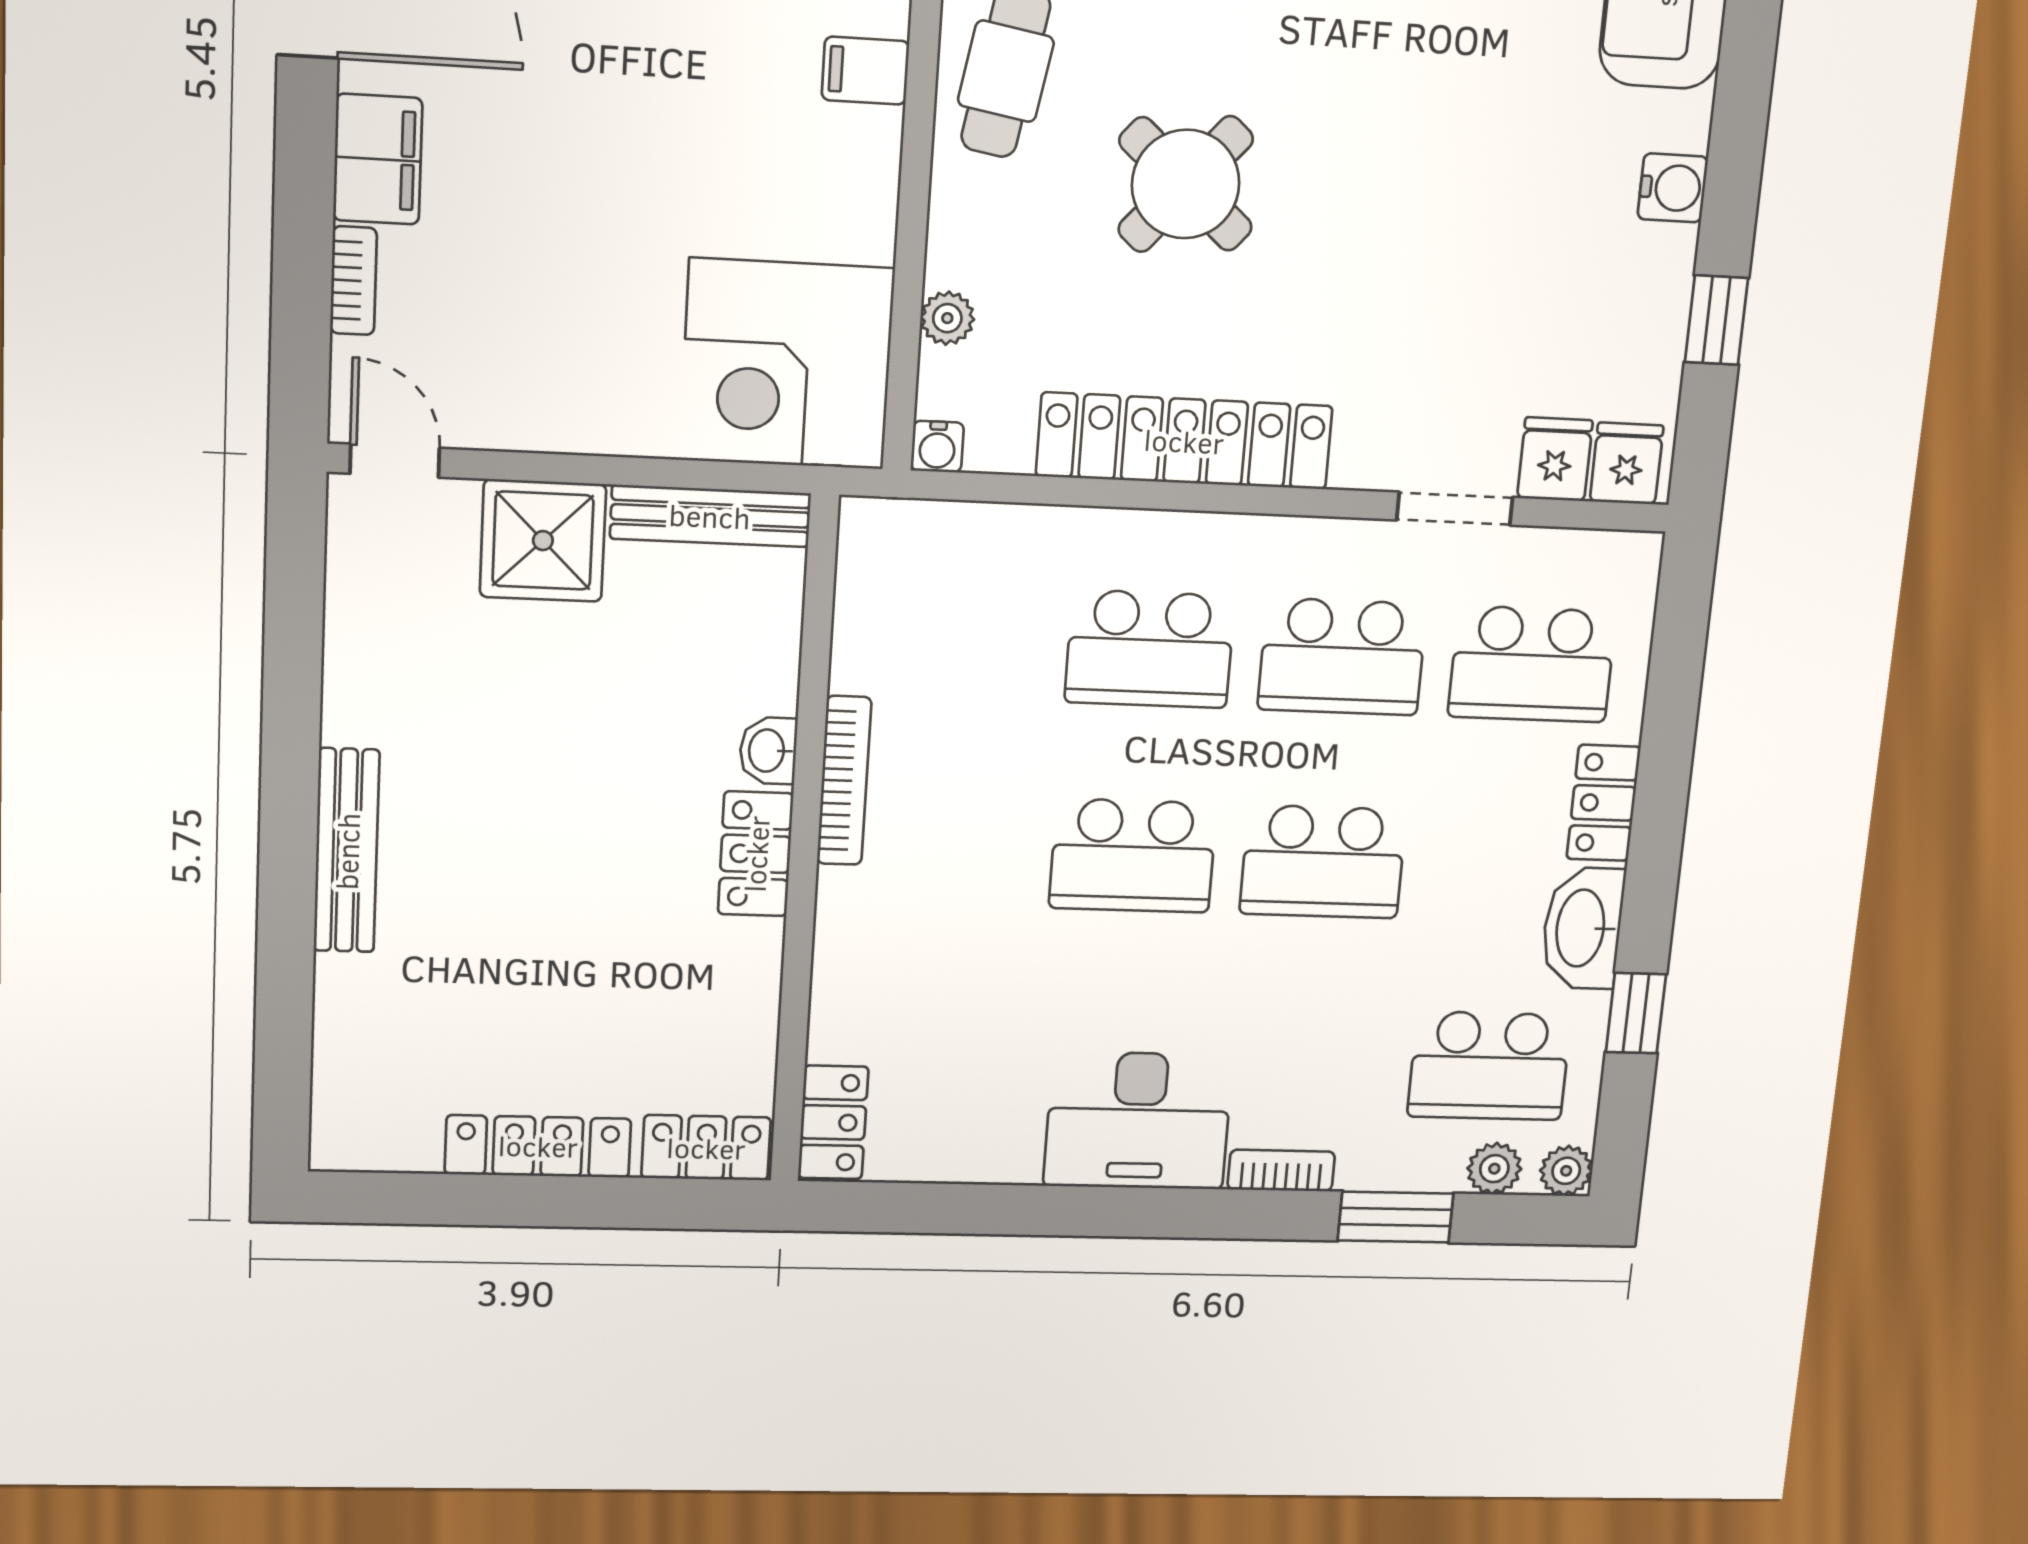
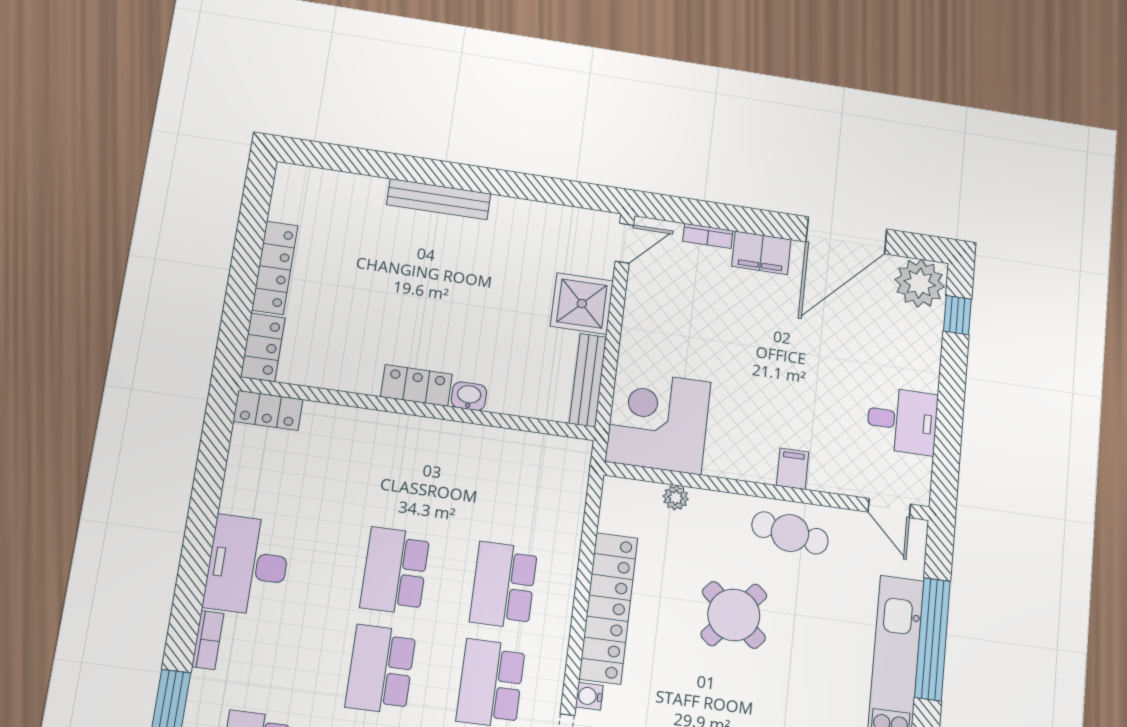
water cooler: (937, 447) -> (589, 696), moved
bookcase: (844, 781) -> (450, 431), removed

